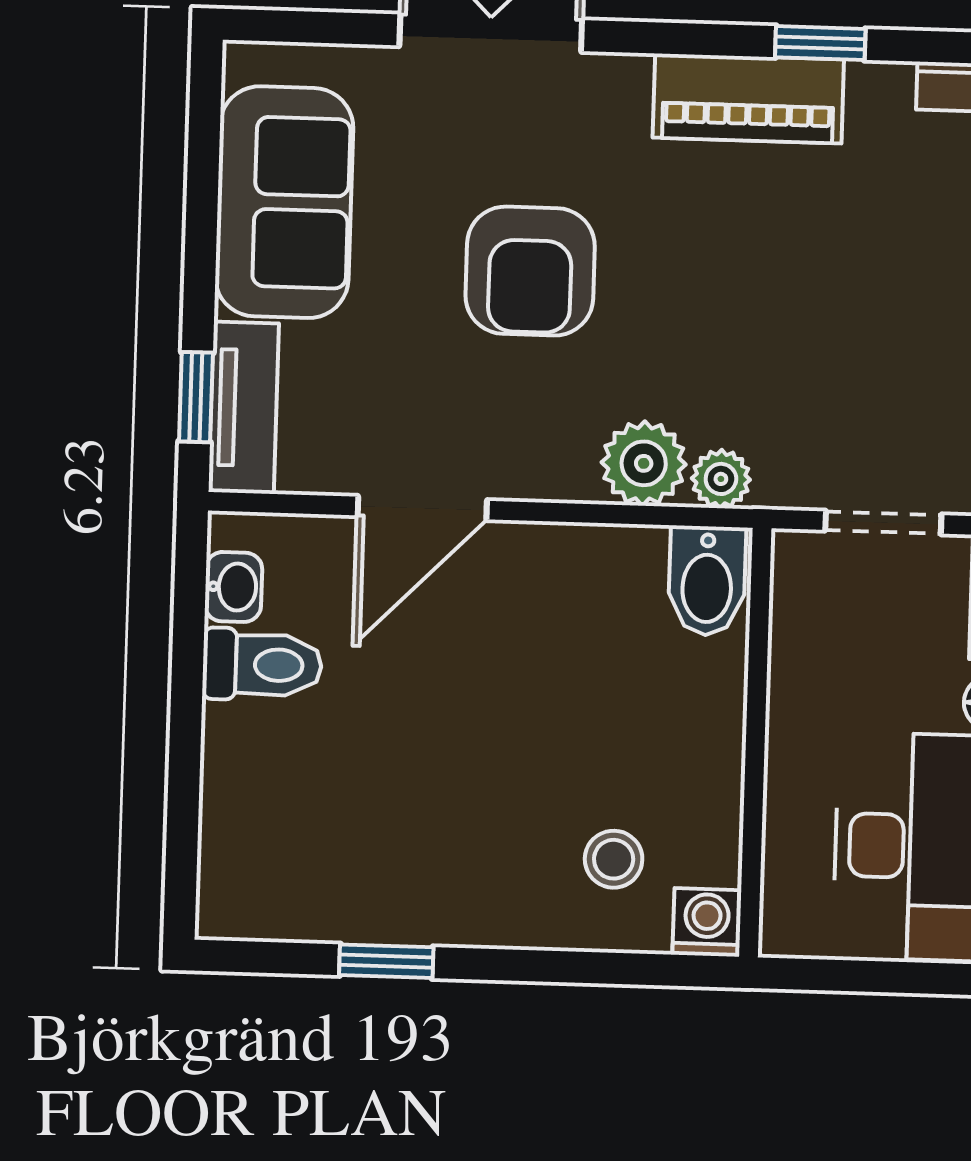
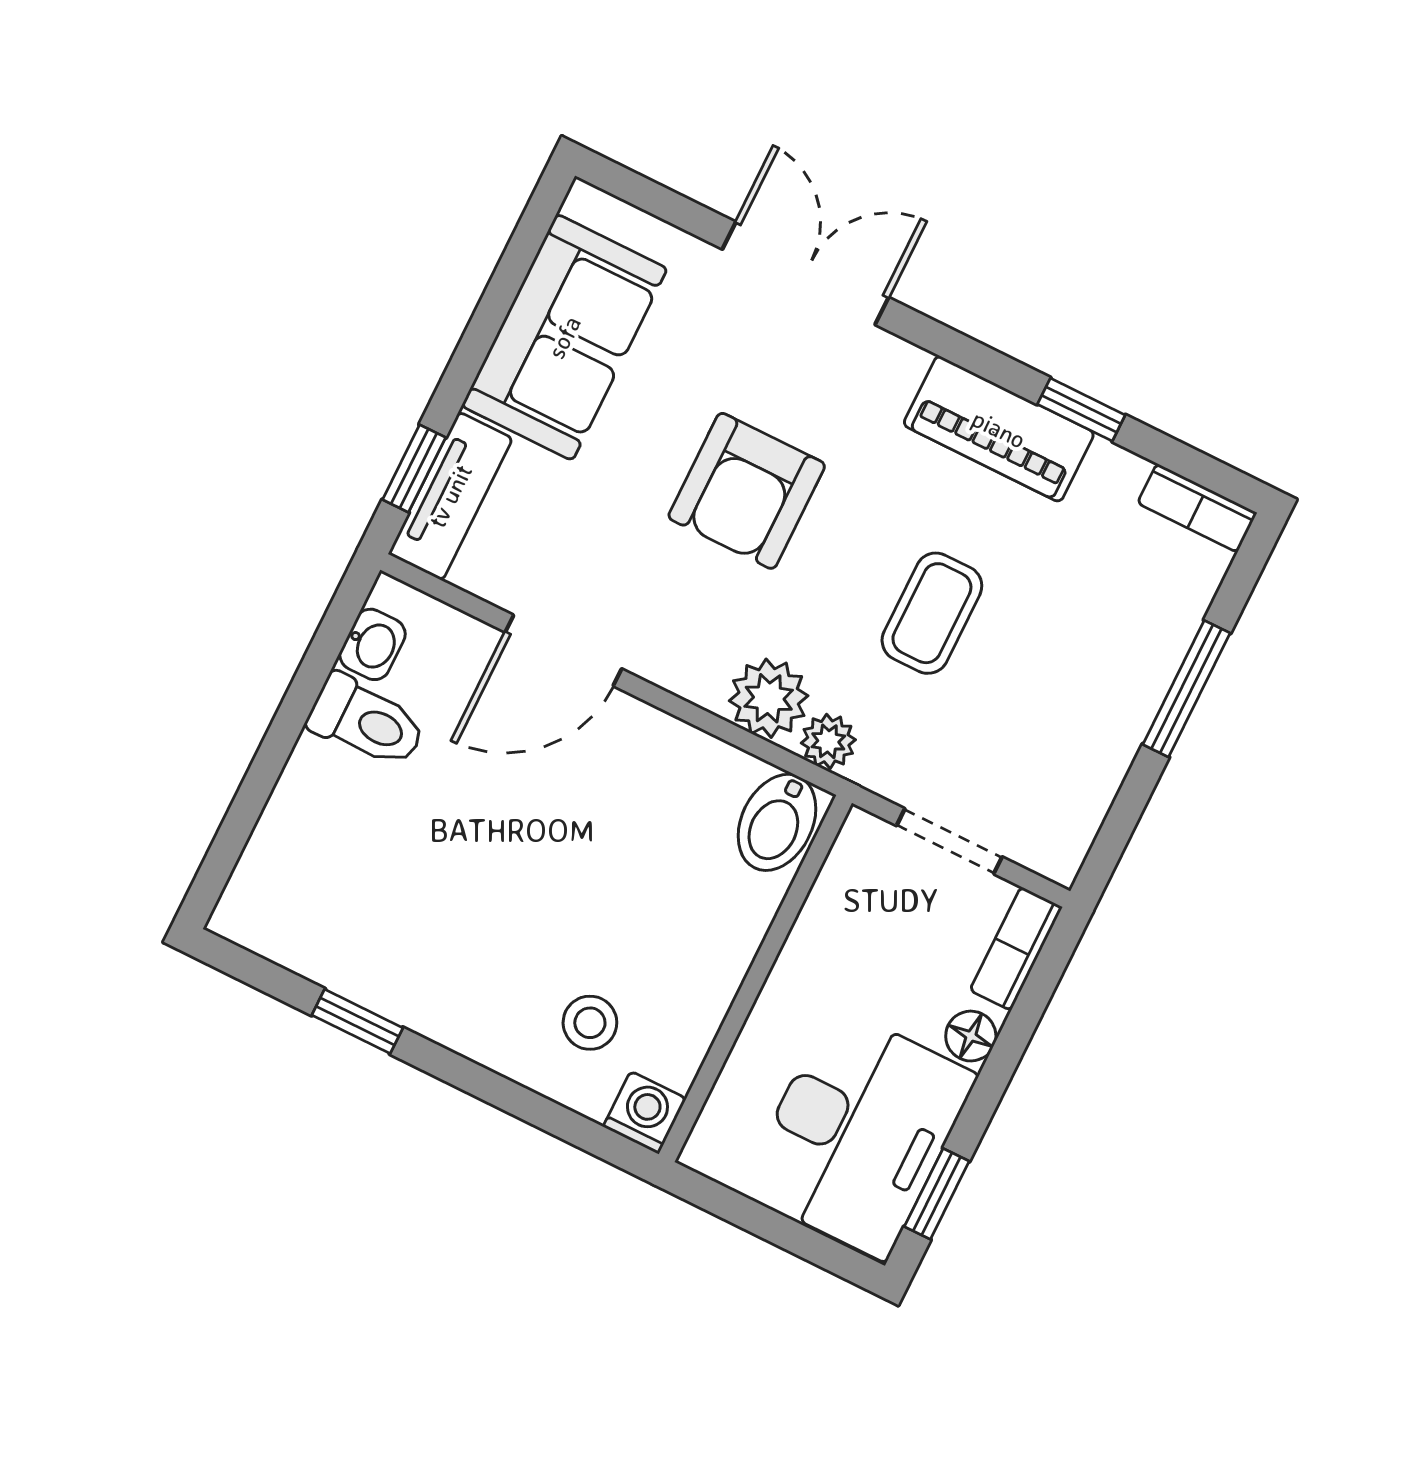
coffee table: (765, 308) -> (932, 613), added

